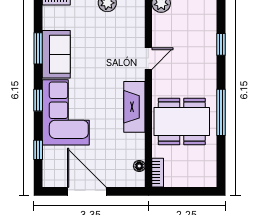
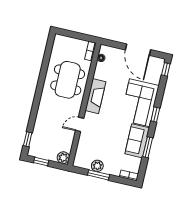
window: (221, 44) -> (28, 139), moved
window: (221, 112) -> (42, 80), removed
dining table: (182, 122) -> (68, 80), turned 90
window: (38, 150) -> (166, 69), moved

